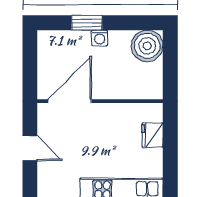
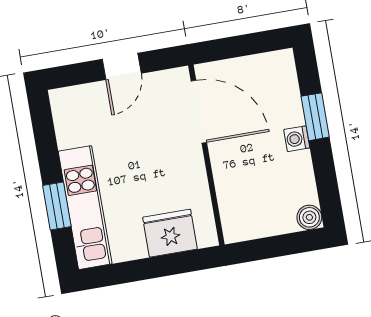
boiler: (147, 46) -> (309, 217), width x0.54, depth x0.54
fridge: (152, 135) -> (170, 233), width x1.36, depth x1.34

